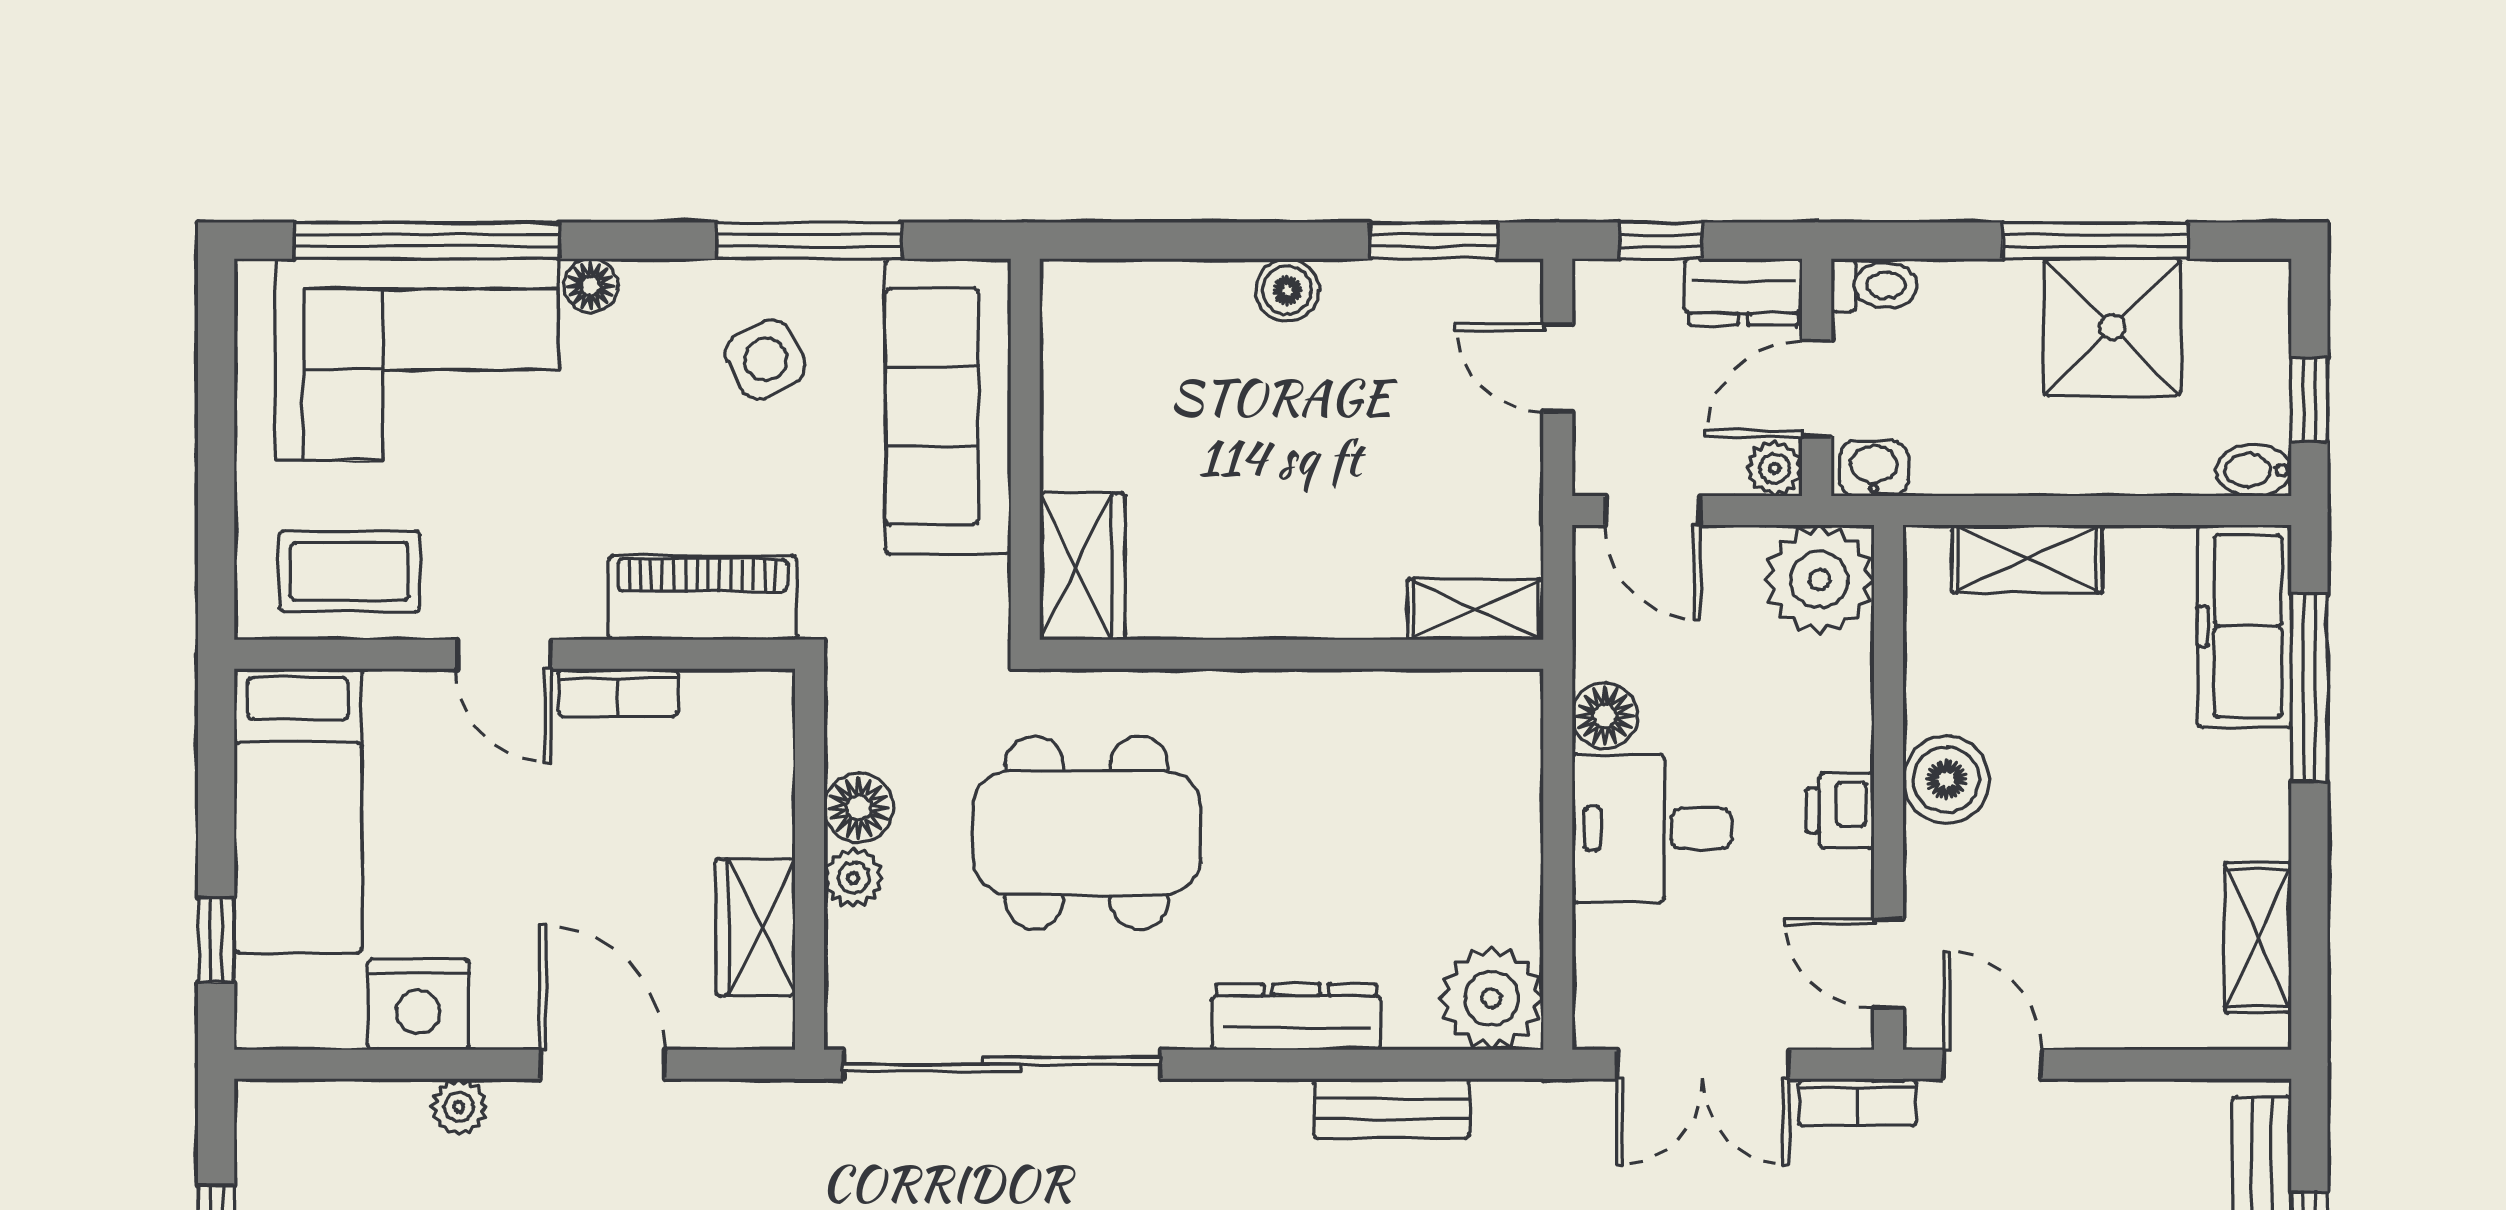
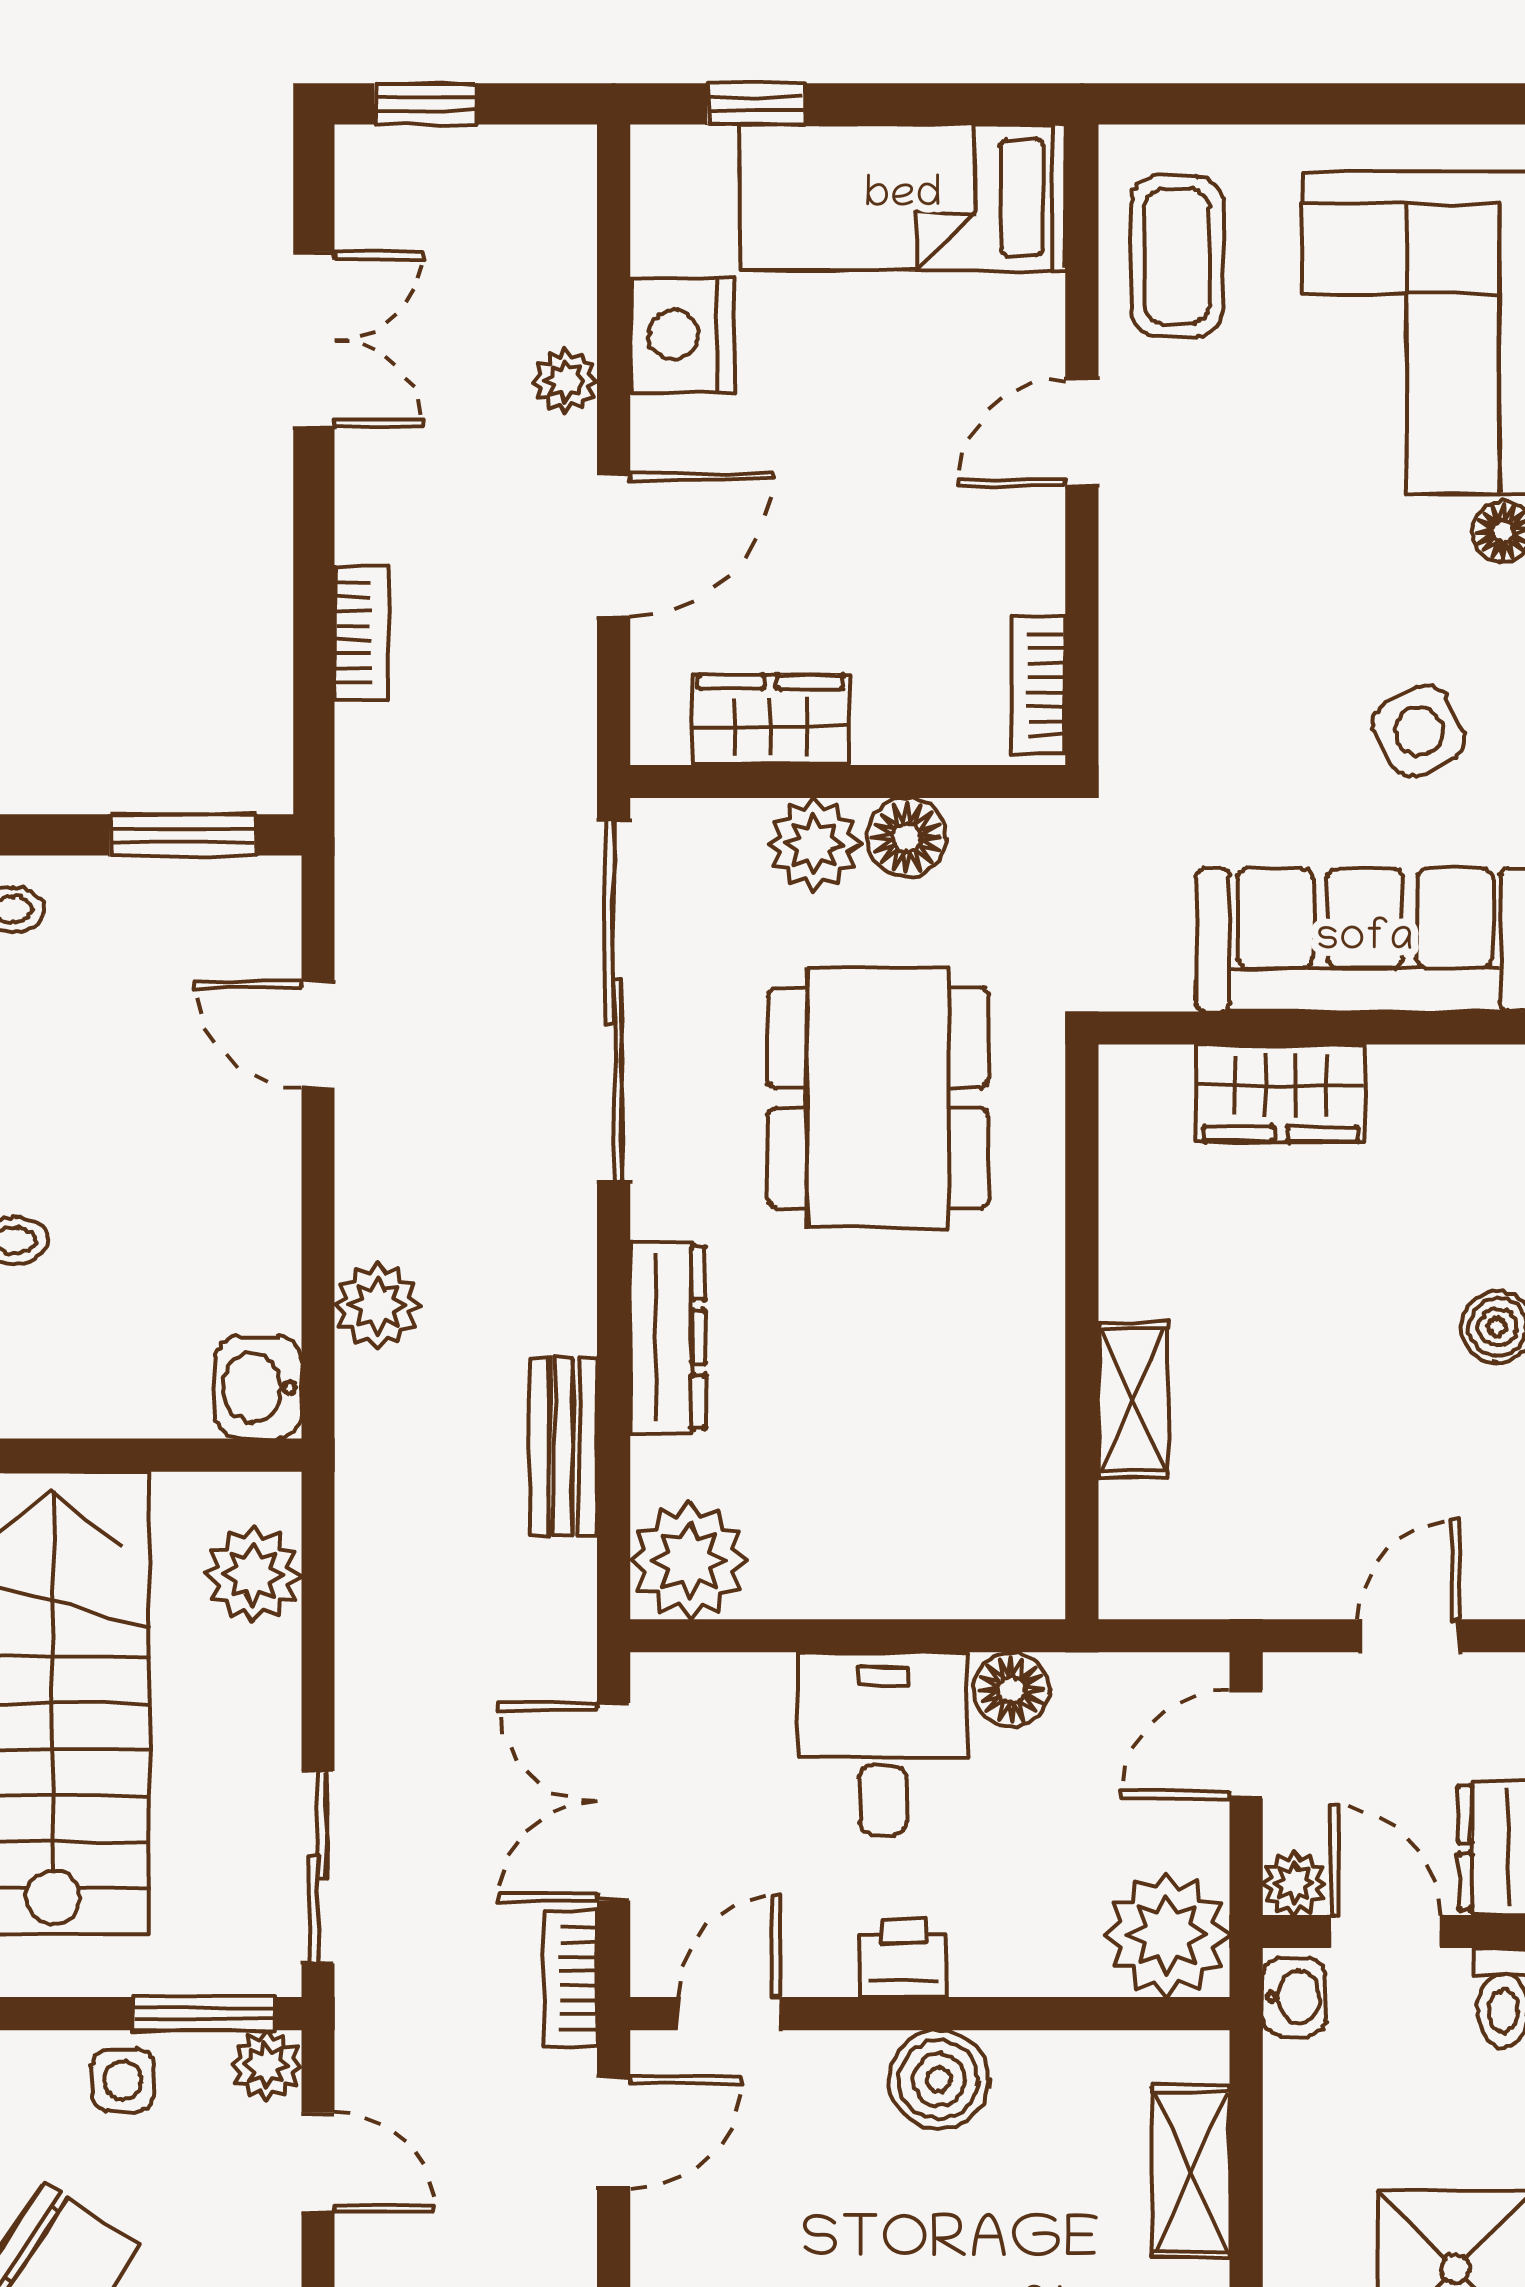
wardrobe: (1082, 566) -> (1280, 1093), moved
piano: (703, 598) -> (1146, 659), removed
shelving: (1476, 609) -> (1133, 1400), moved
bookcase: (618, 693) -> (1038, 685), moved
plant: (853, 878) -> (814, 844), width x1.38, depth x1.38

